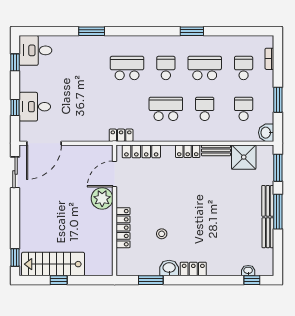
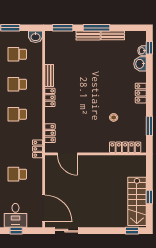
school desk: (88, 109) -> (17, 174), added
school desk: (166, 109) -> (17, 114), width x0.54
locker: (141, 151) -> (50, 133), width x0.66
shower: (244, 157) -> (54, 54), removed
plant: (102, 198) -> (86, 163), removed
locker: (123, 228) -> (125, 147), moved
washbasin: (169, 268) -> (140, 64), moved

